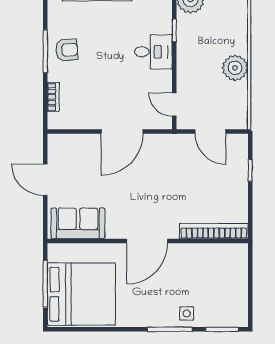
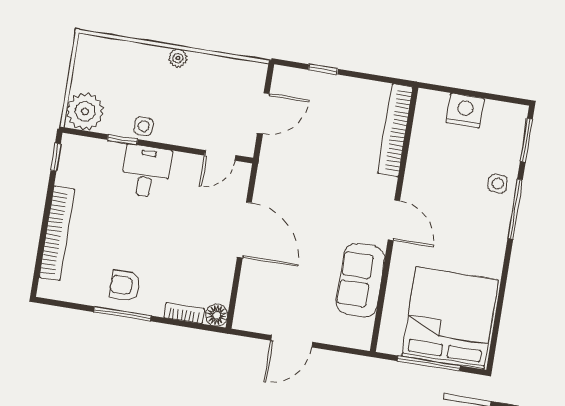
side table: (187, 44) -> (144, 126), added
armchair: (67, 50) -> (125, 285), turned -85
plant: (235, 68) -> (178, 58), width x0.53, depth x0.53
floor lamp: (56, 121) -> (217, 315), added
sofa: (78, 223) -> (360, 280), moved
door: (147, 241) -> (394, 220), width x0.73
nightstand: (237, 280) -> (465, 111), added

